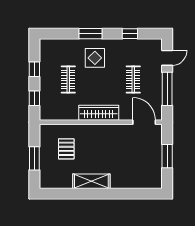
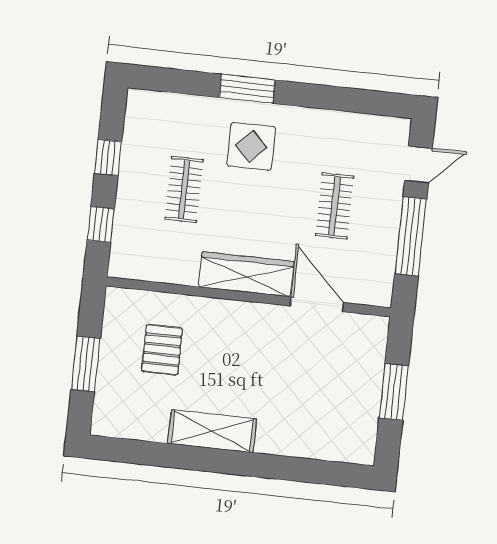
window: (130, 34) -> (339, 99), removed
door: (144, 122) -> (317, 304), moved

